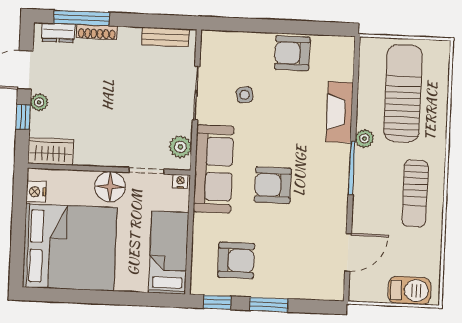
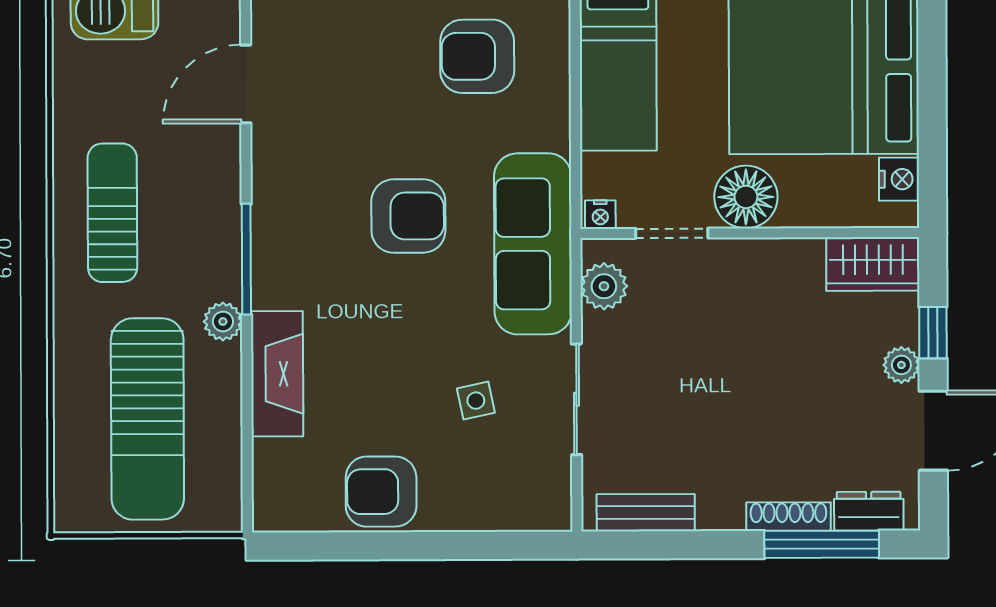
armchair: (292, 53) -> (381, 492), turned 180

